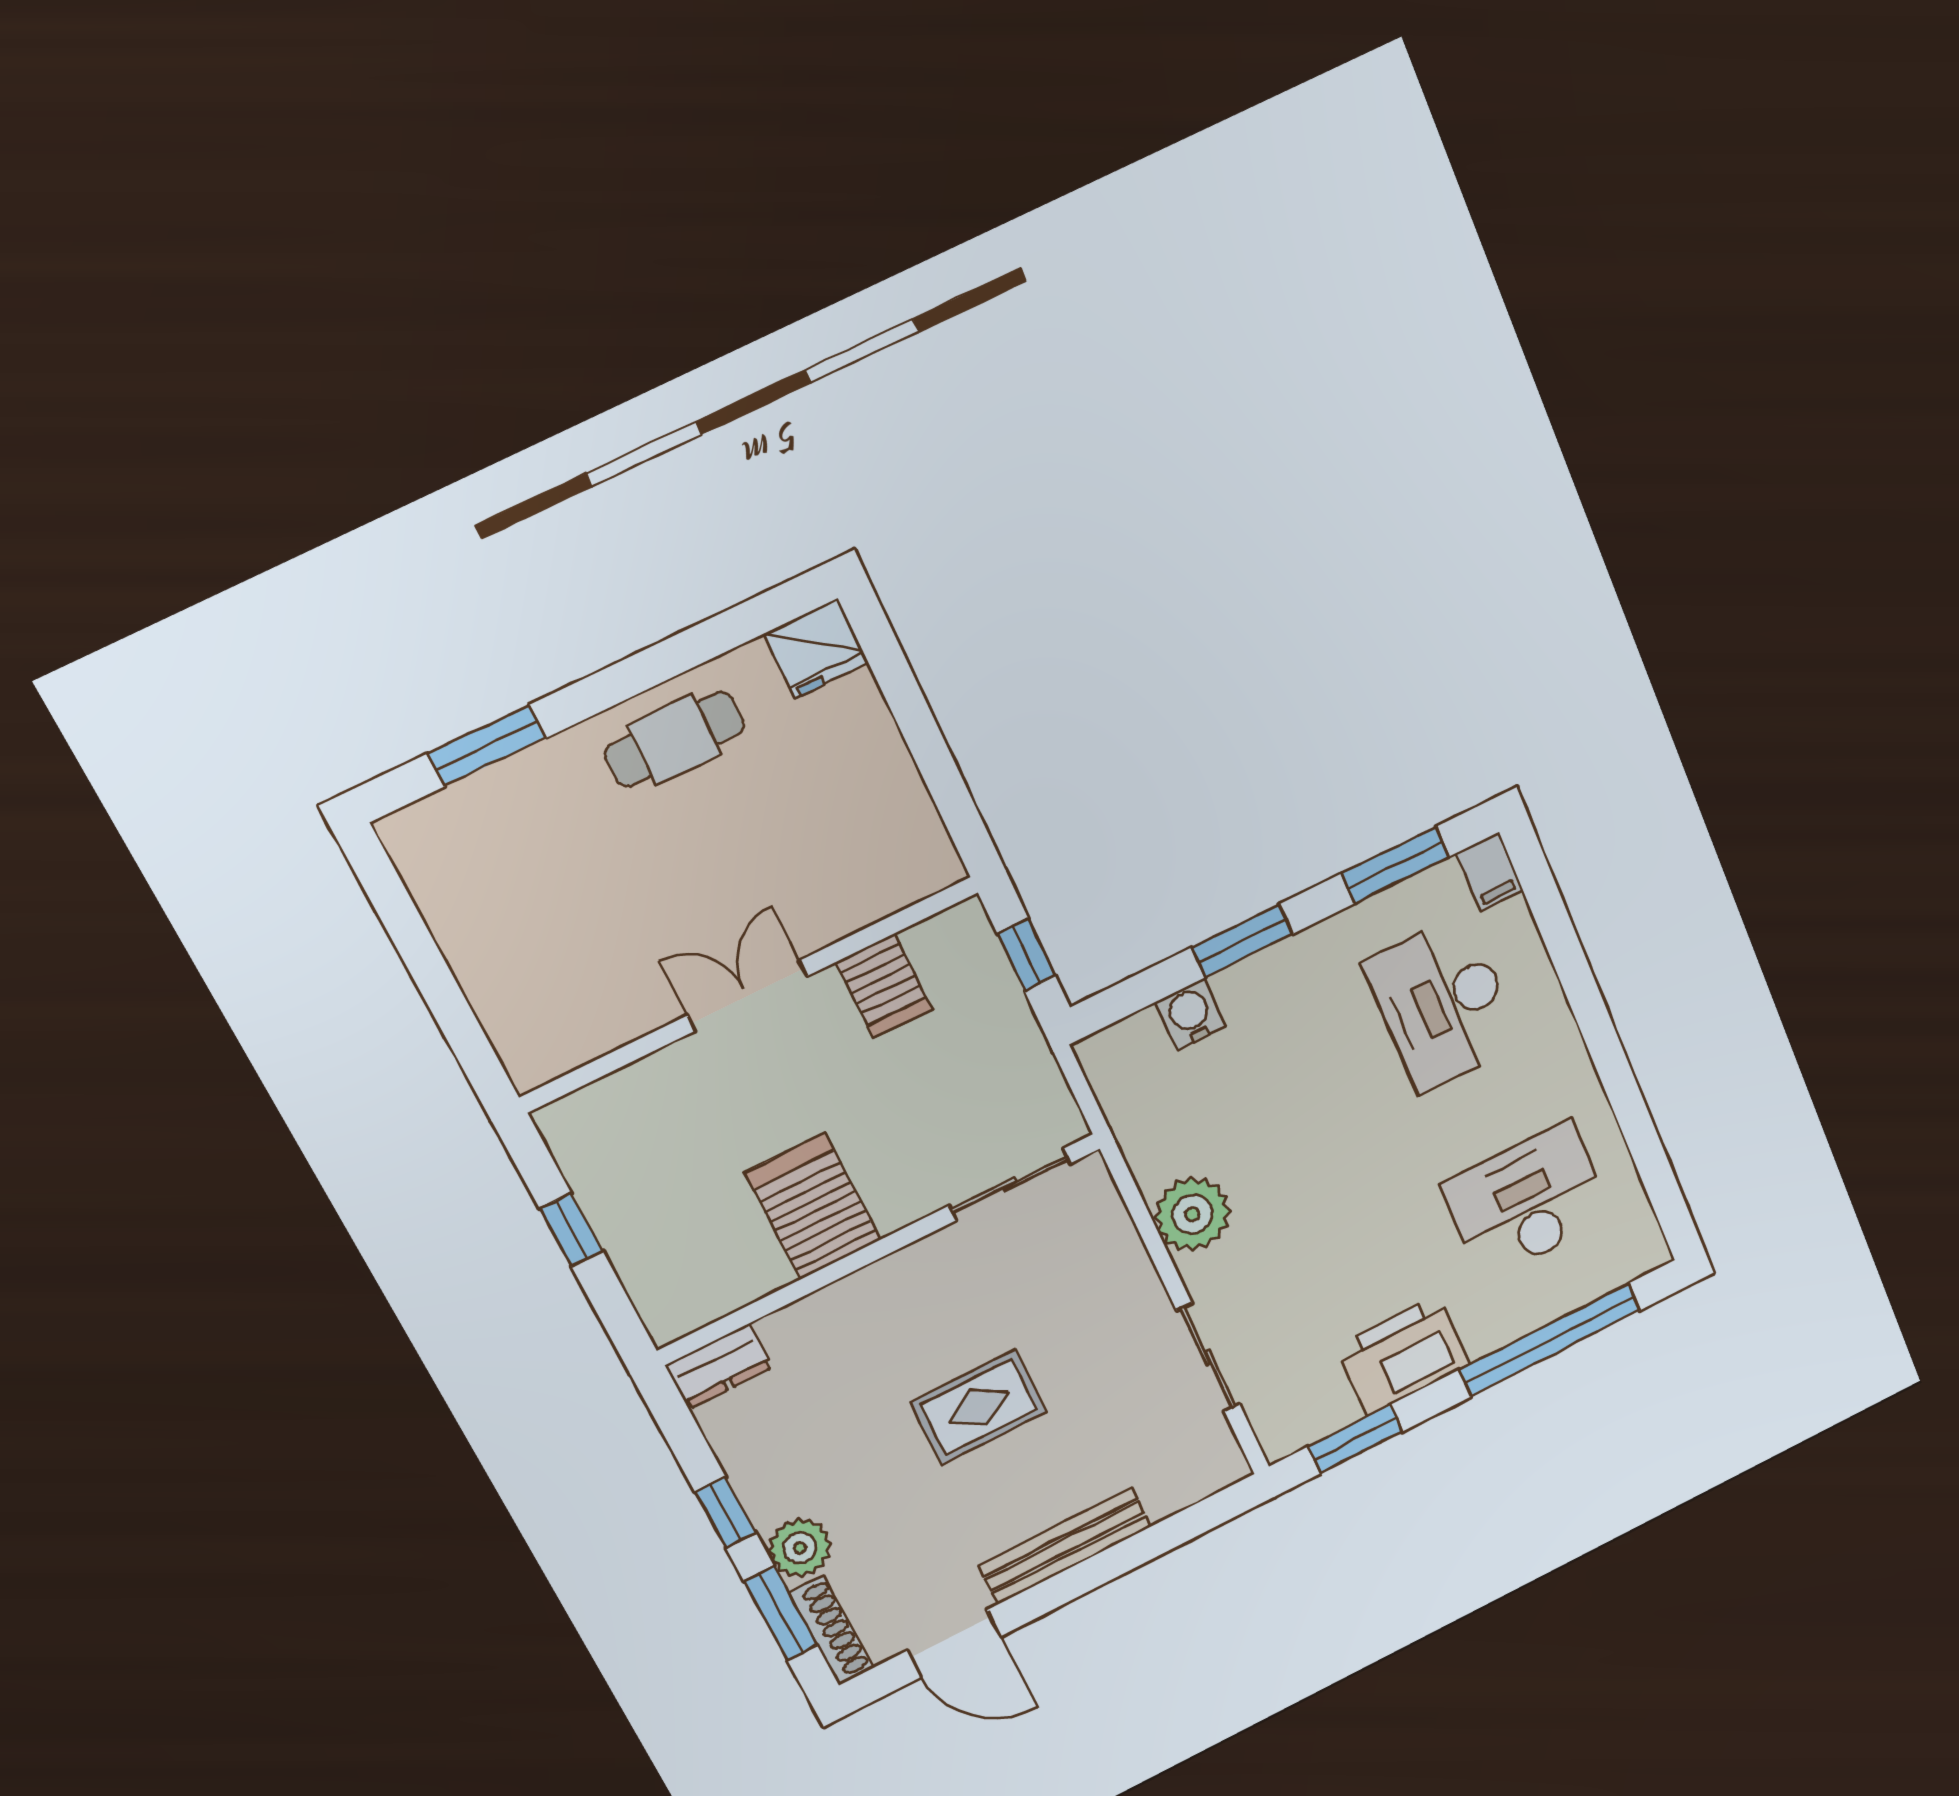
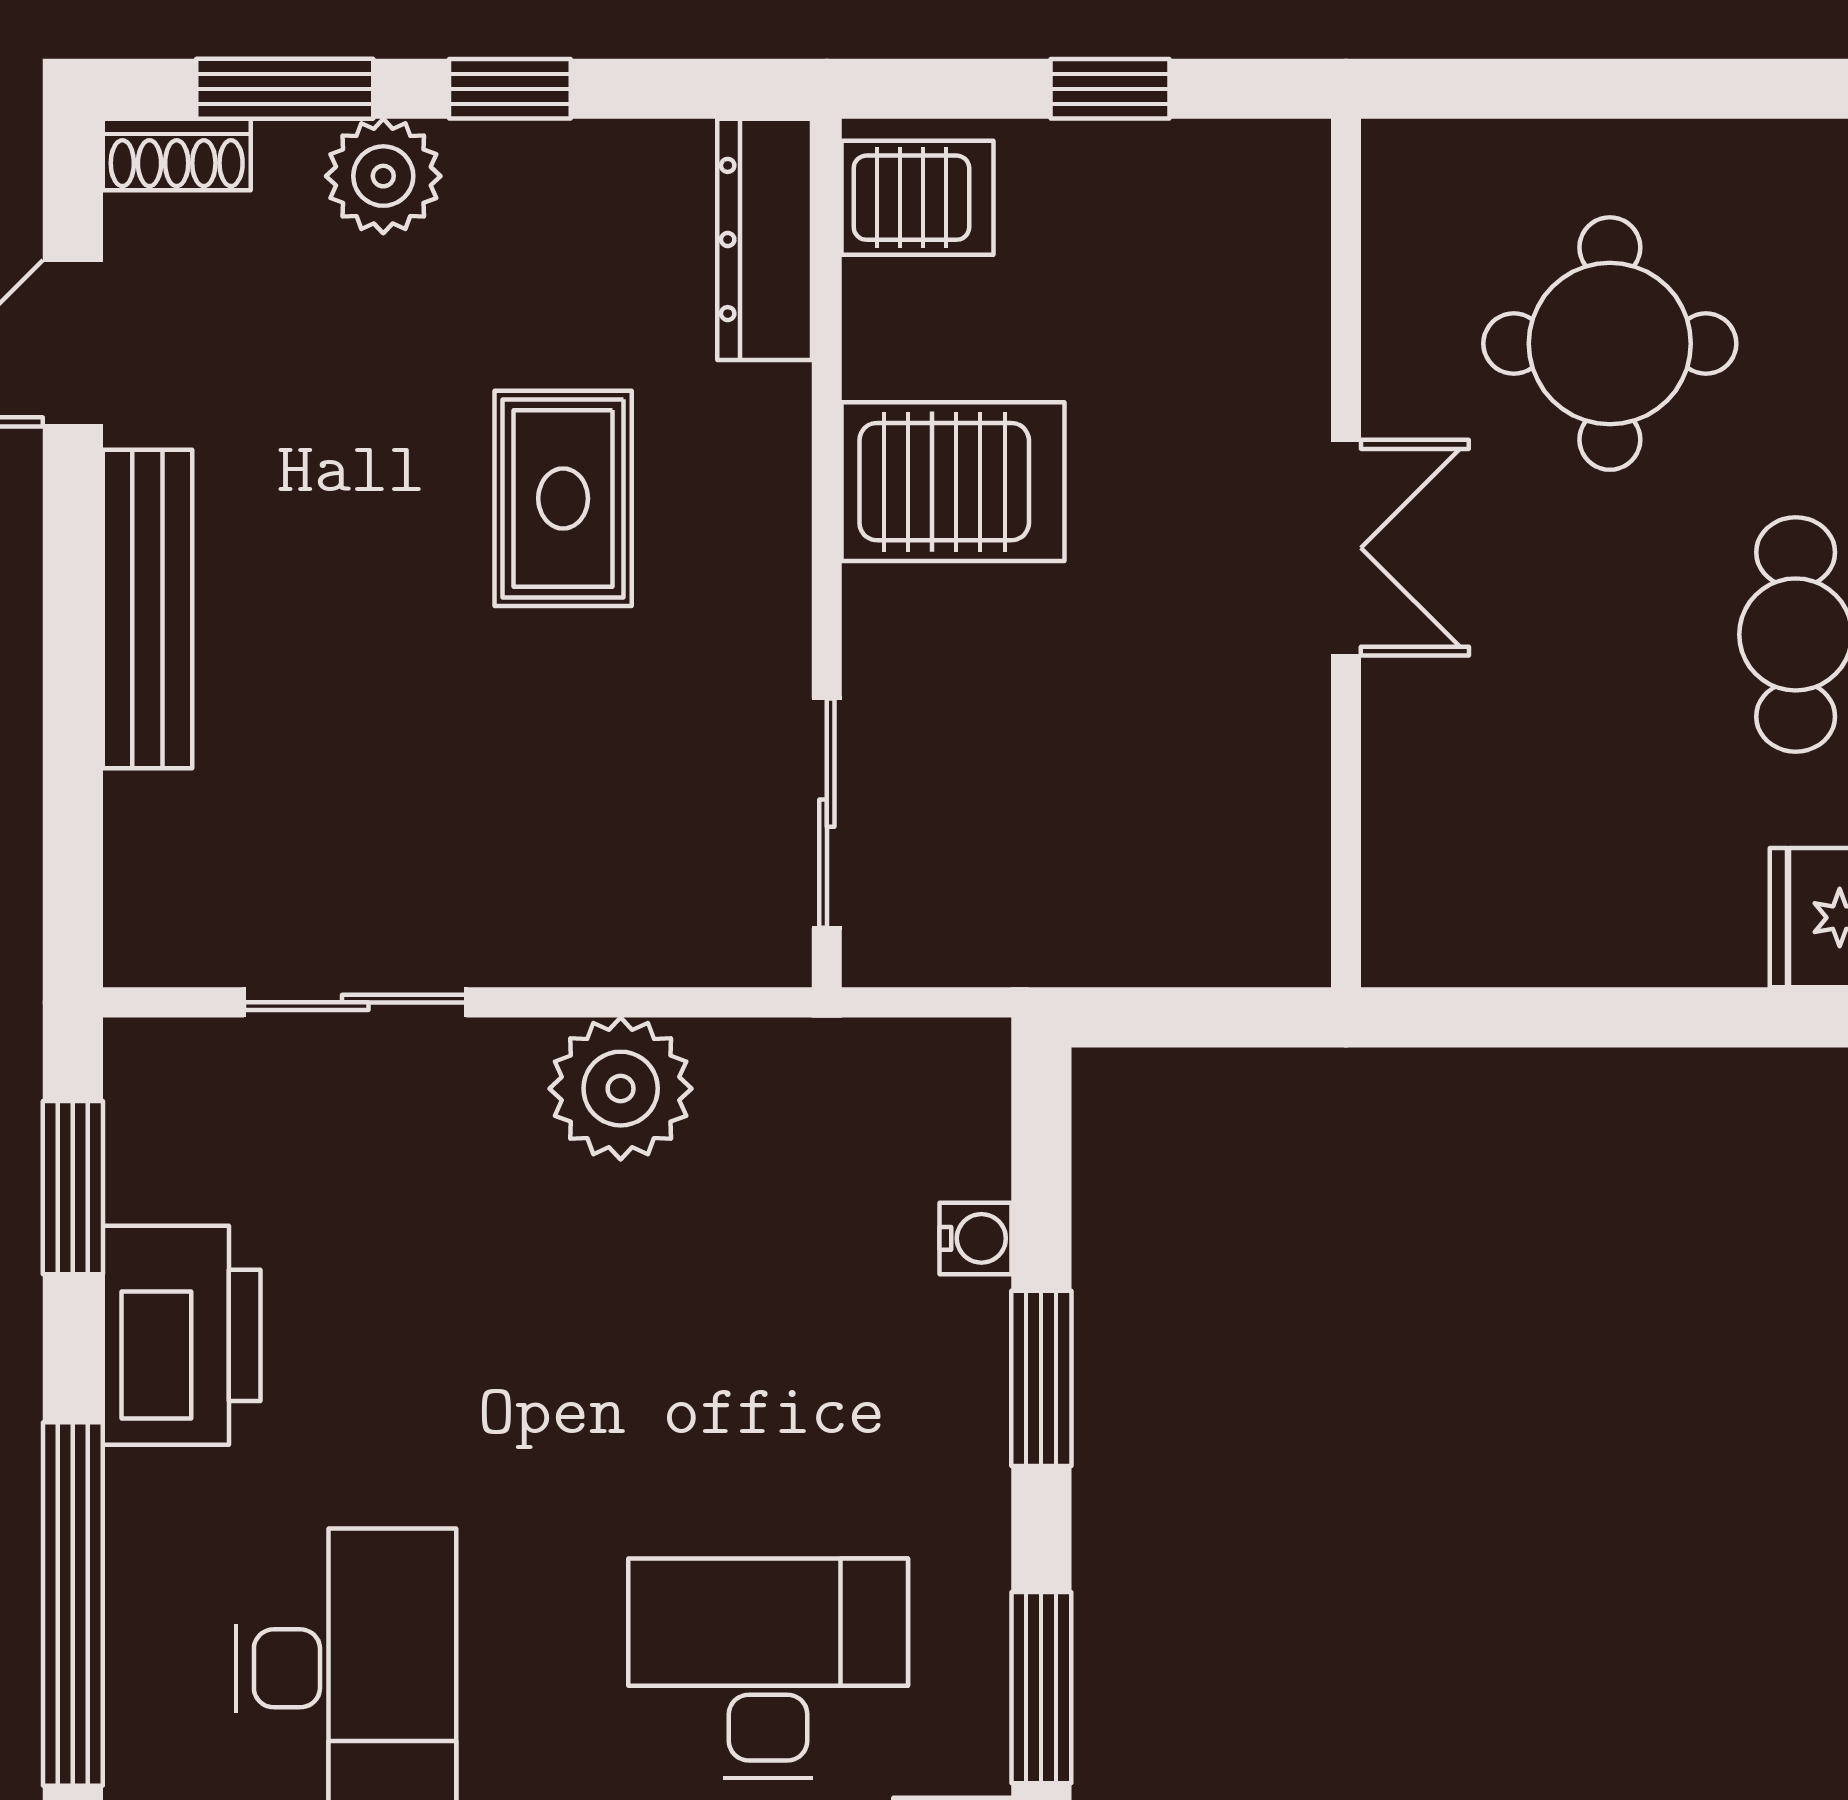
round table: (570, 912) -> (1610, 344), added
window: (1026, 955) -> (1193, 1017), removed
server rack: (884, 986) -> (918, 198), moved, turned 180
water cooler: (1190, 1014) -> (976, 1238), width x0.72, depth x0.72
dresser: (719, 1366) -> (765, 239), width x1.44
rug: (979, 1407) -> (563, 498), moved
shoe rack: (831, 1631) -> (177, 155), width x0.70

